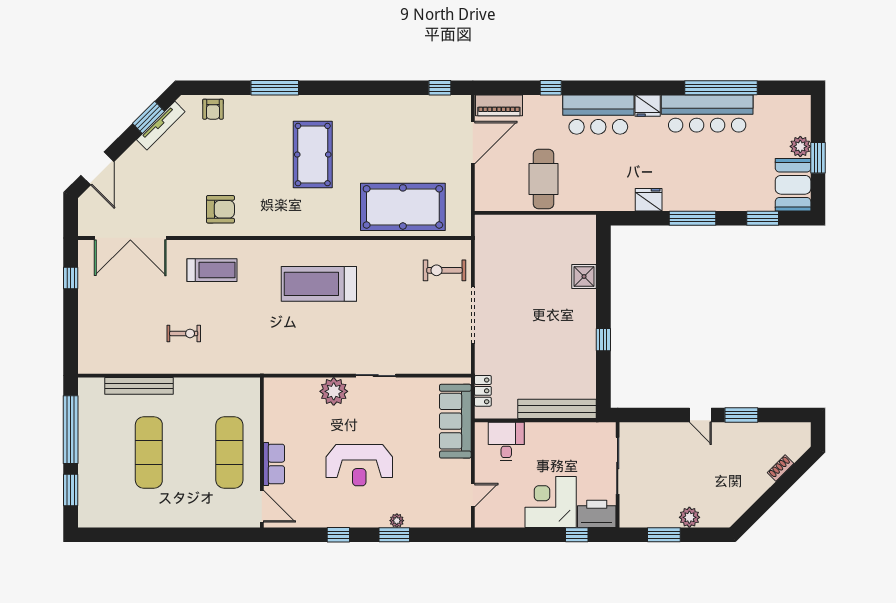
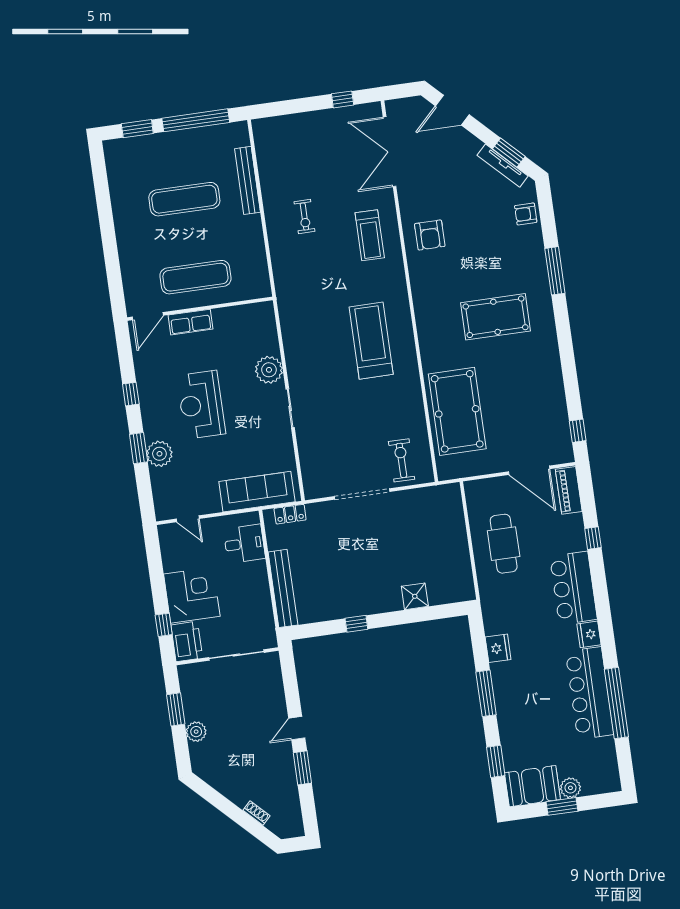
cafe table: (543, 179) -> (504, 544), turned 90
plant: (397, 521) -> (159, 454), width x1.88, depth x1.88

